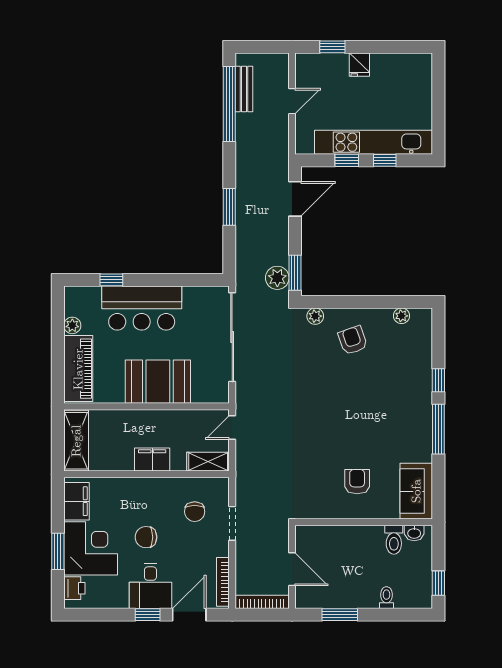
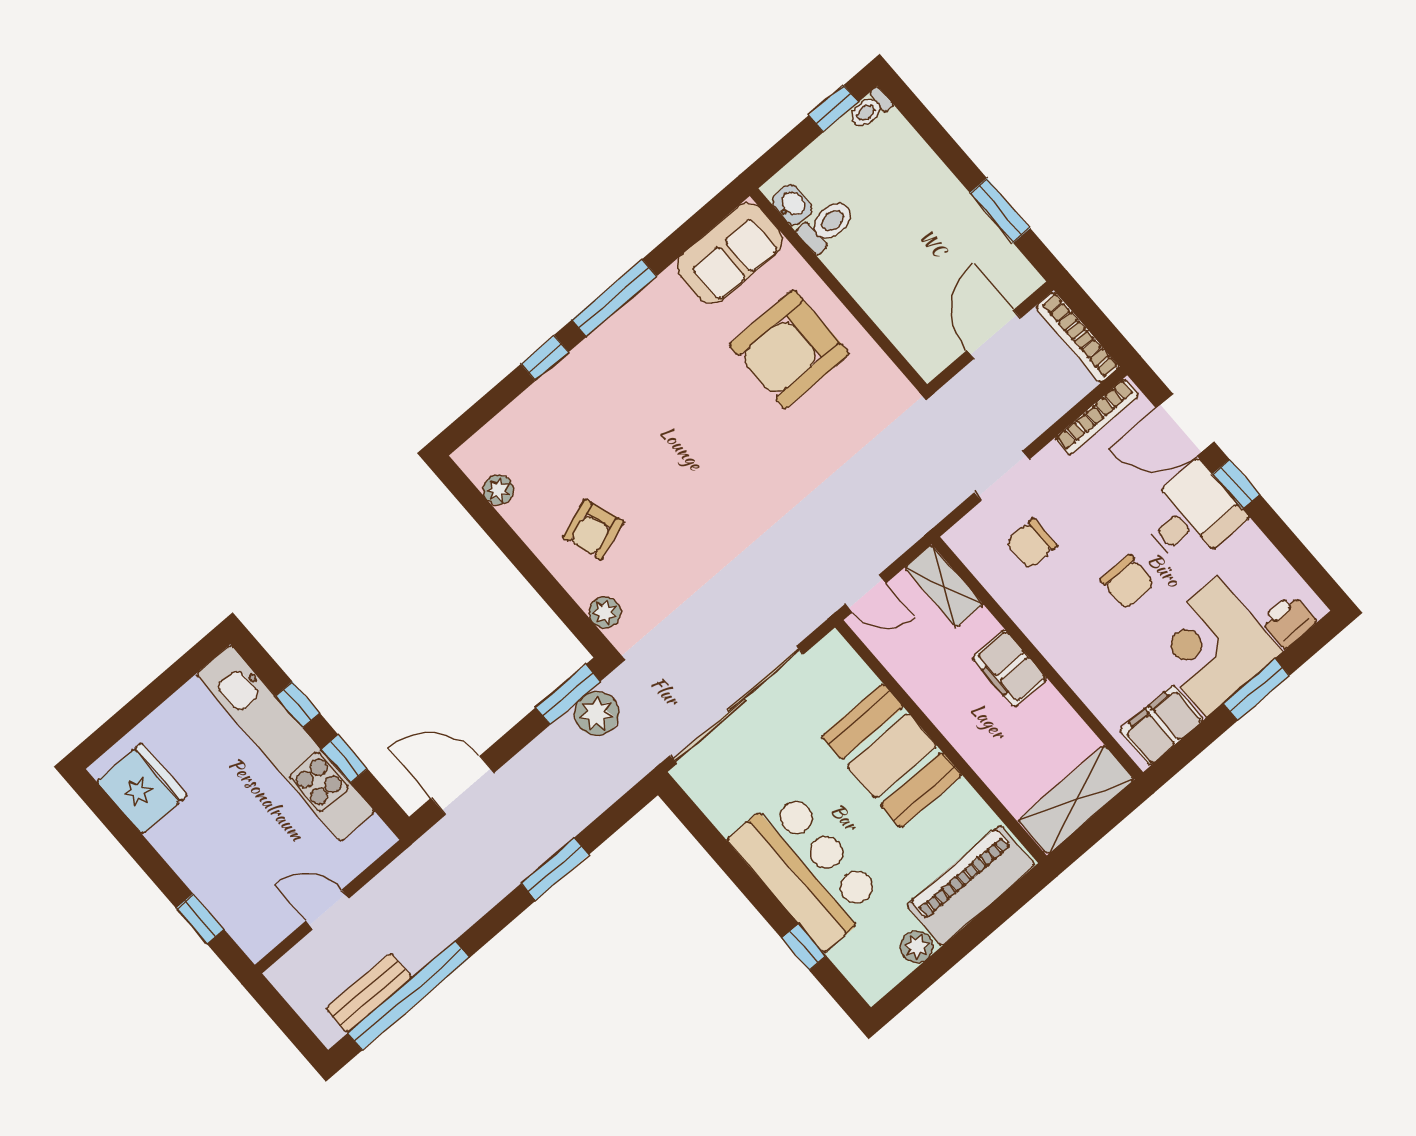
fridge: (359, 65) -> (142, 788), moved, width x1.88, depth x1.34
armchair: (357, 482) -> (789, 349), width x1.88, depth x1.88
chair: (195, 512) -> (1032, 544), turned 180
toilet: (386, 598) -> (870, 109), moved

